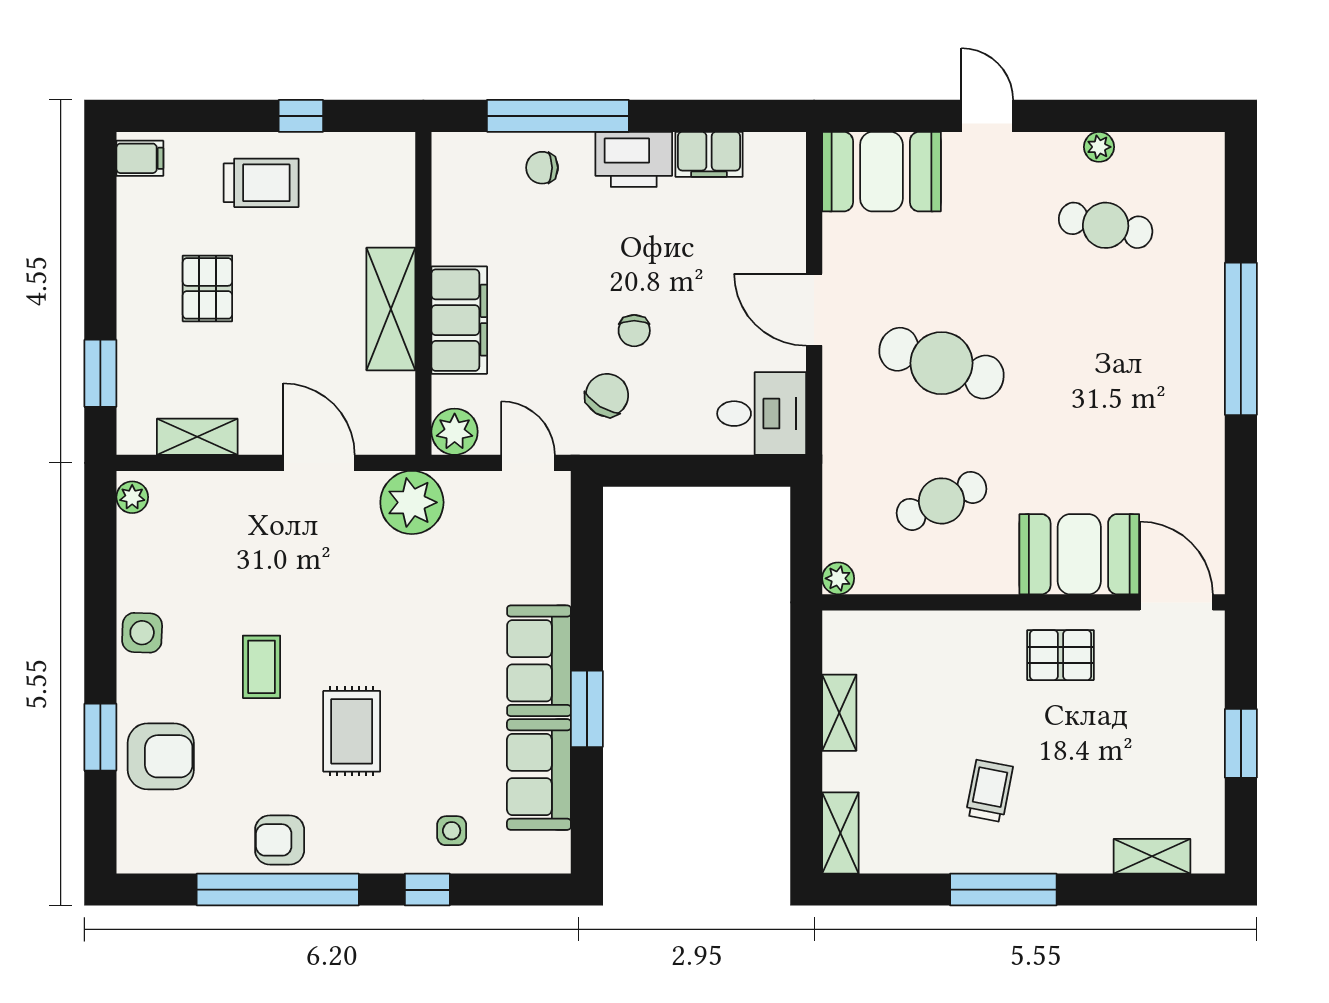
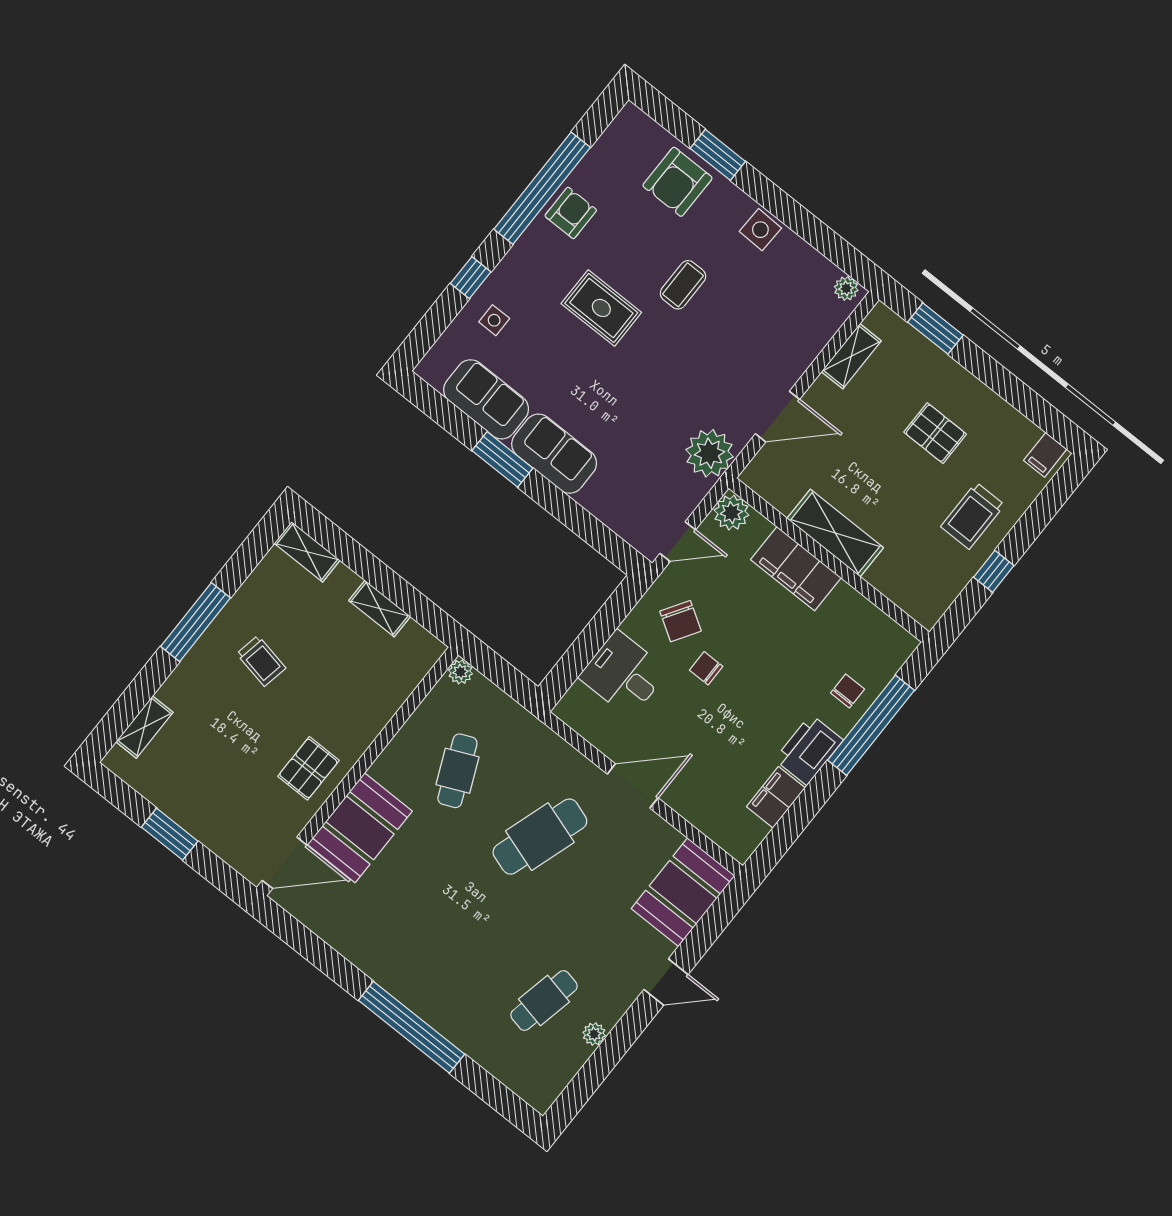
desk: (762, 414) -> (623, 674), moved, turned 90
coffee table: (262, 667) -> (683, 285), turned 90

